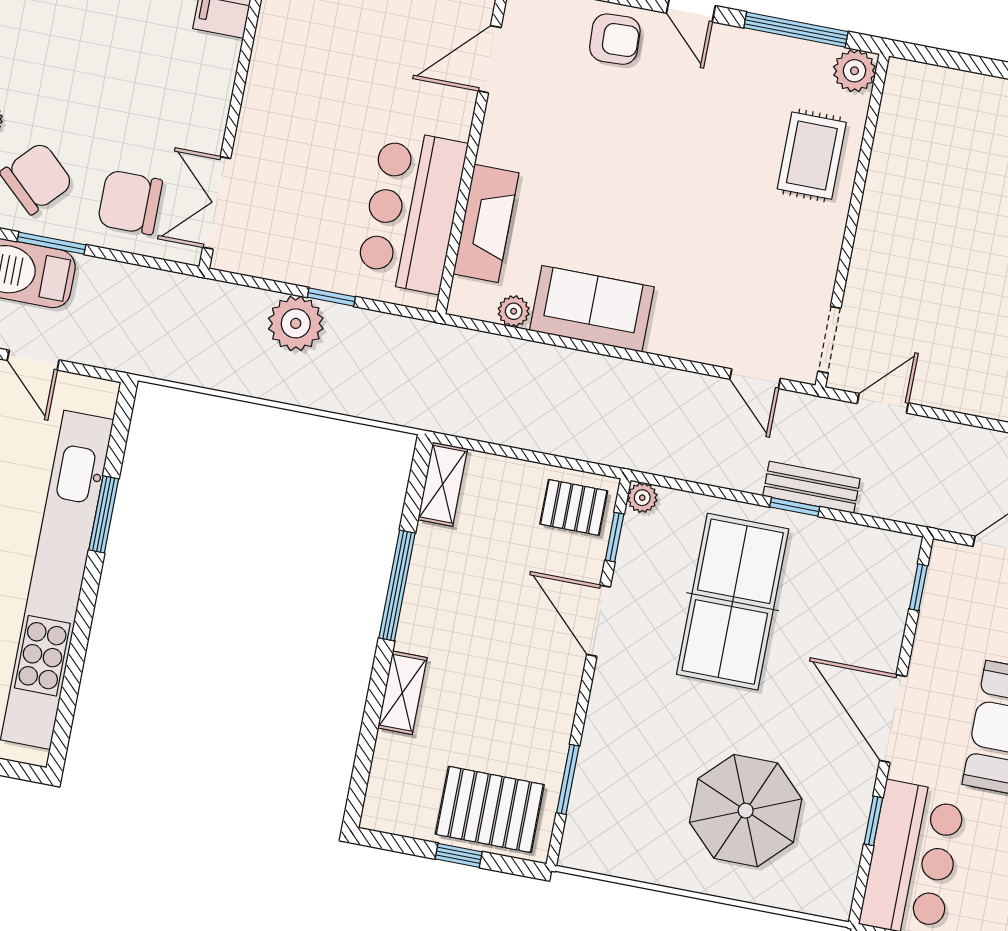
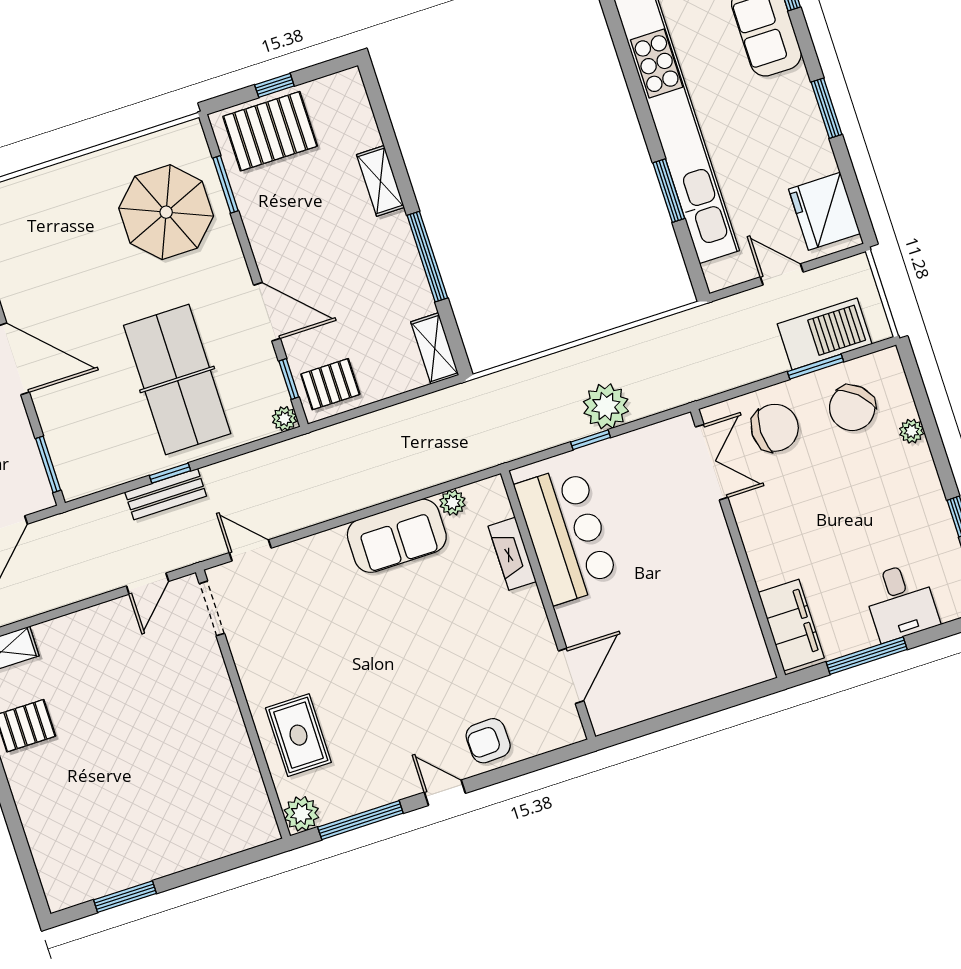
fireplace: (486, 223) -> (512, 554), width x0.73, depth x0.76
window: (918, 587) -> (48, 464), width x1.50
parasol: (746, 811) -> (166, 212), moved

